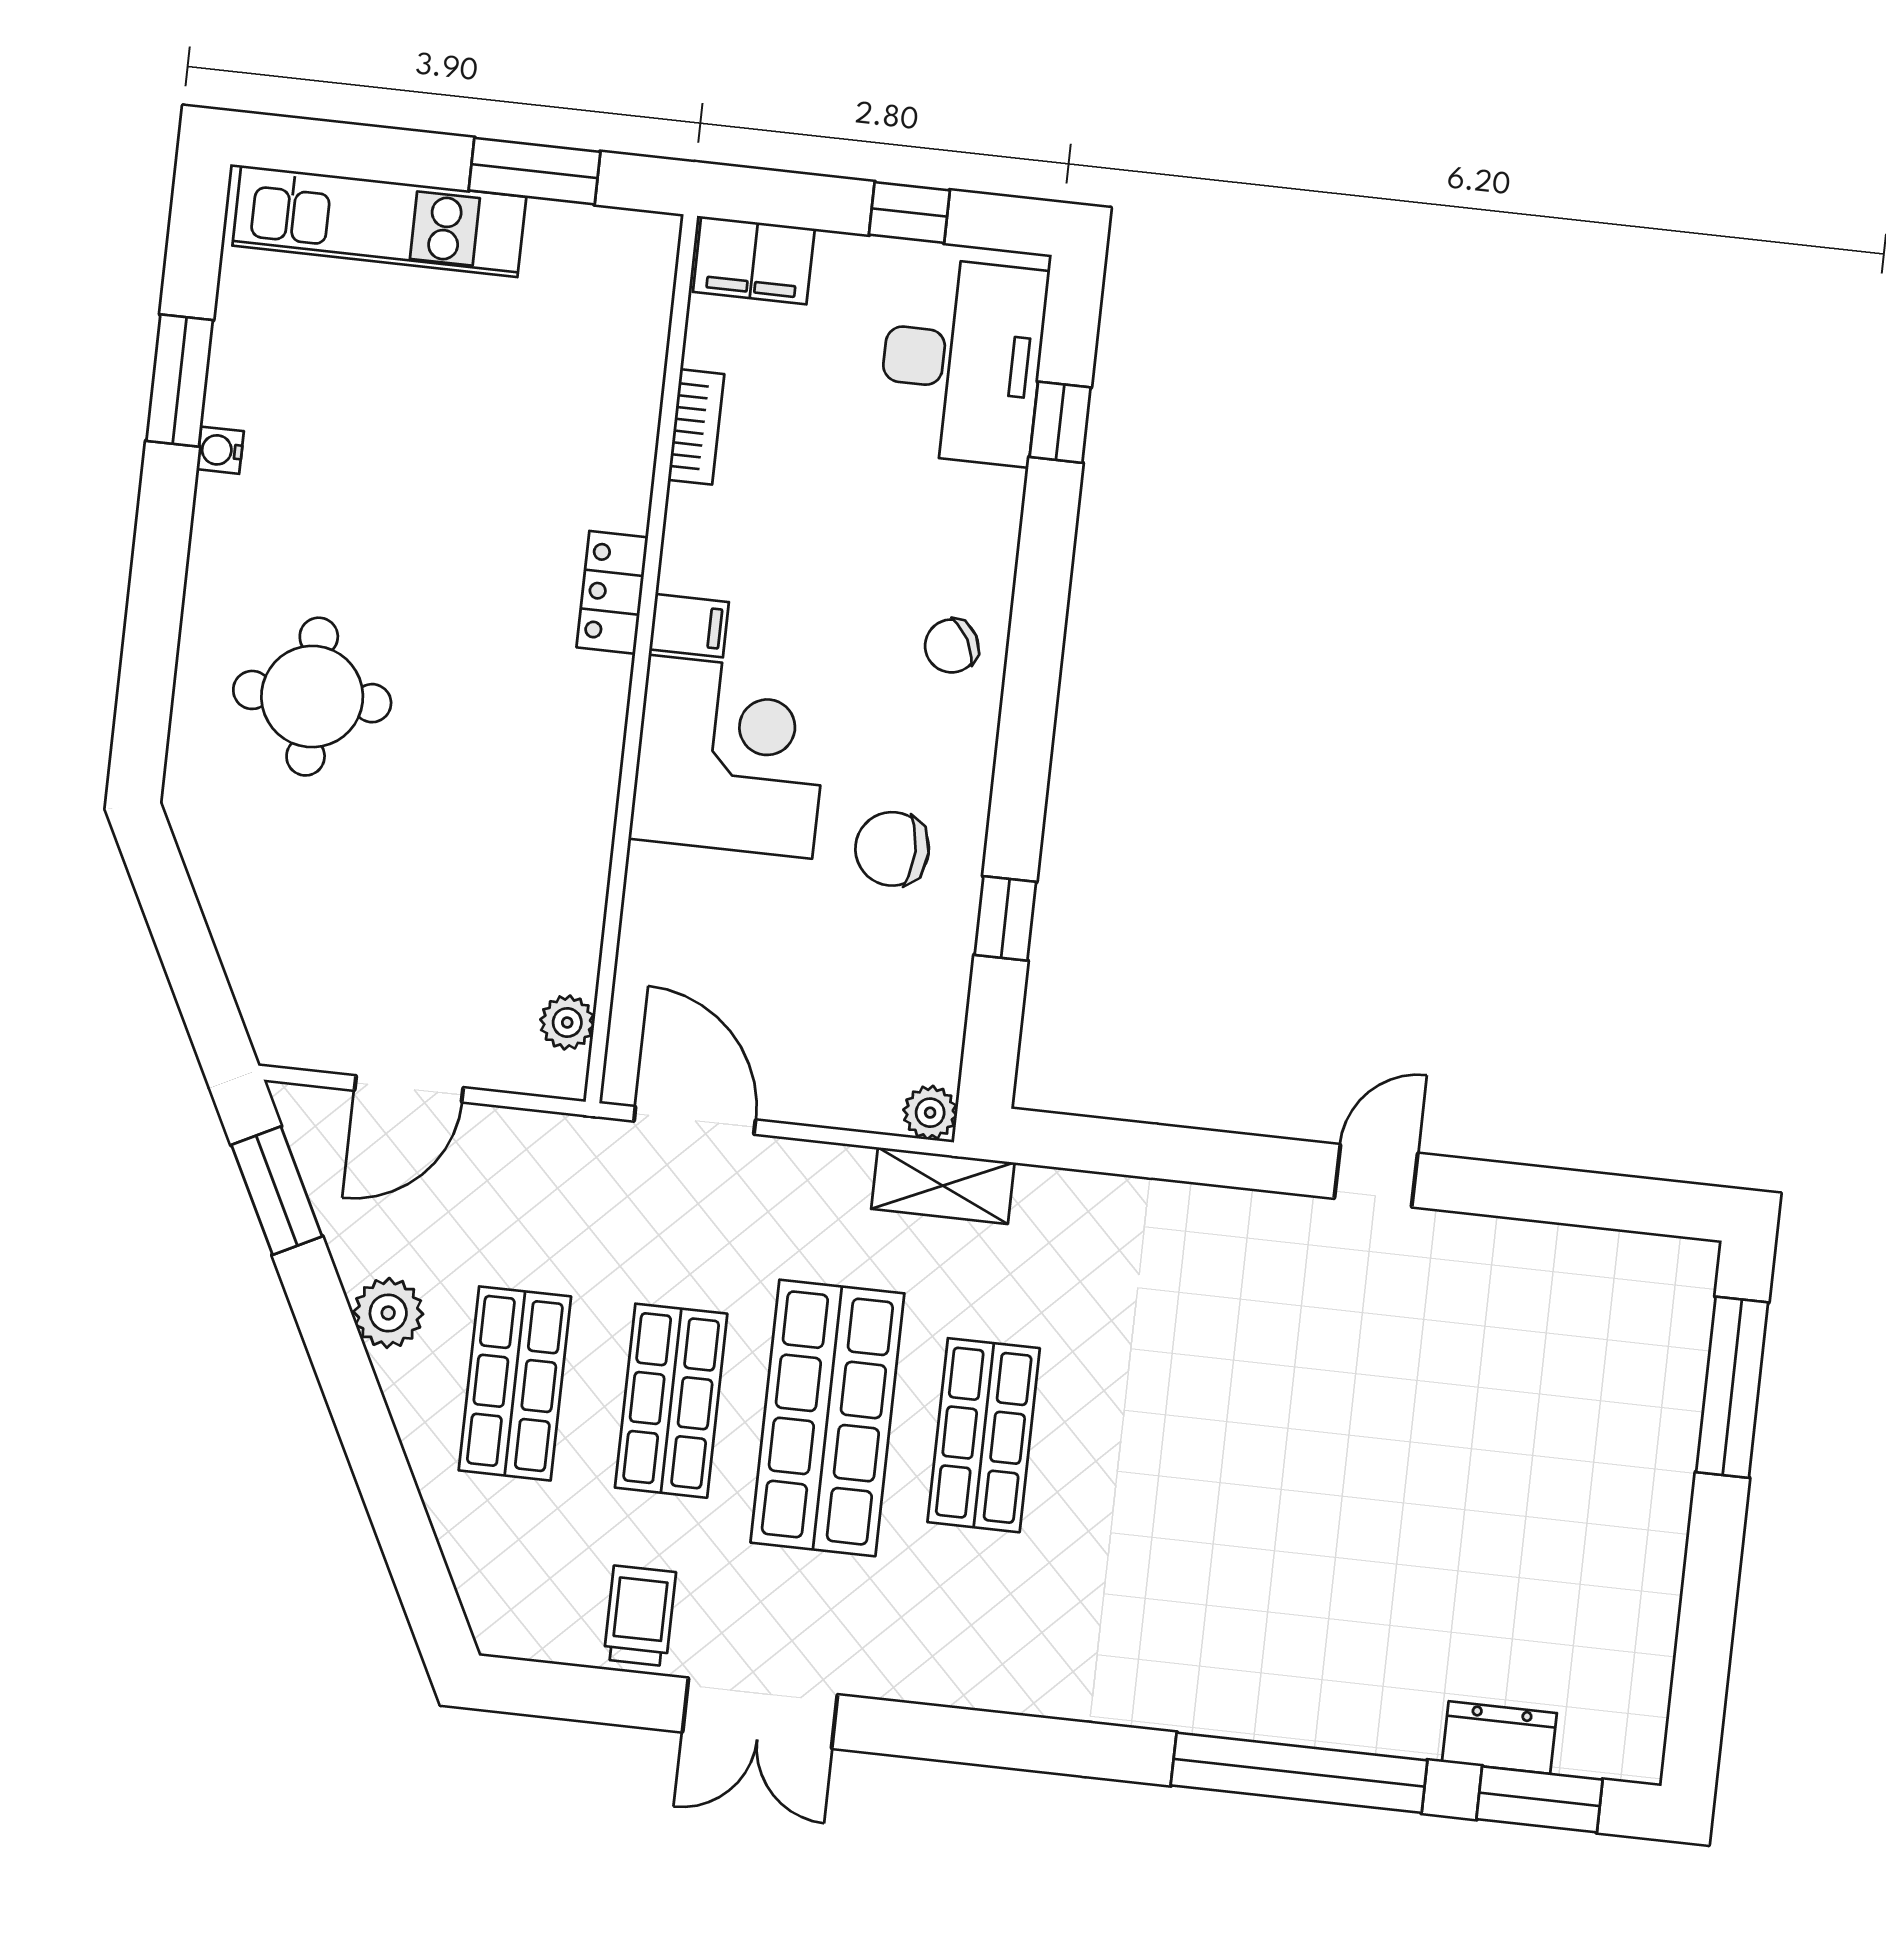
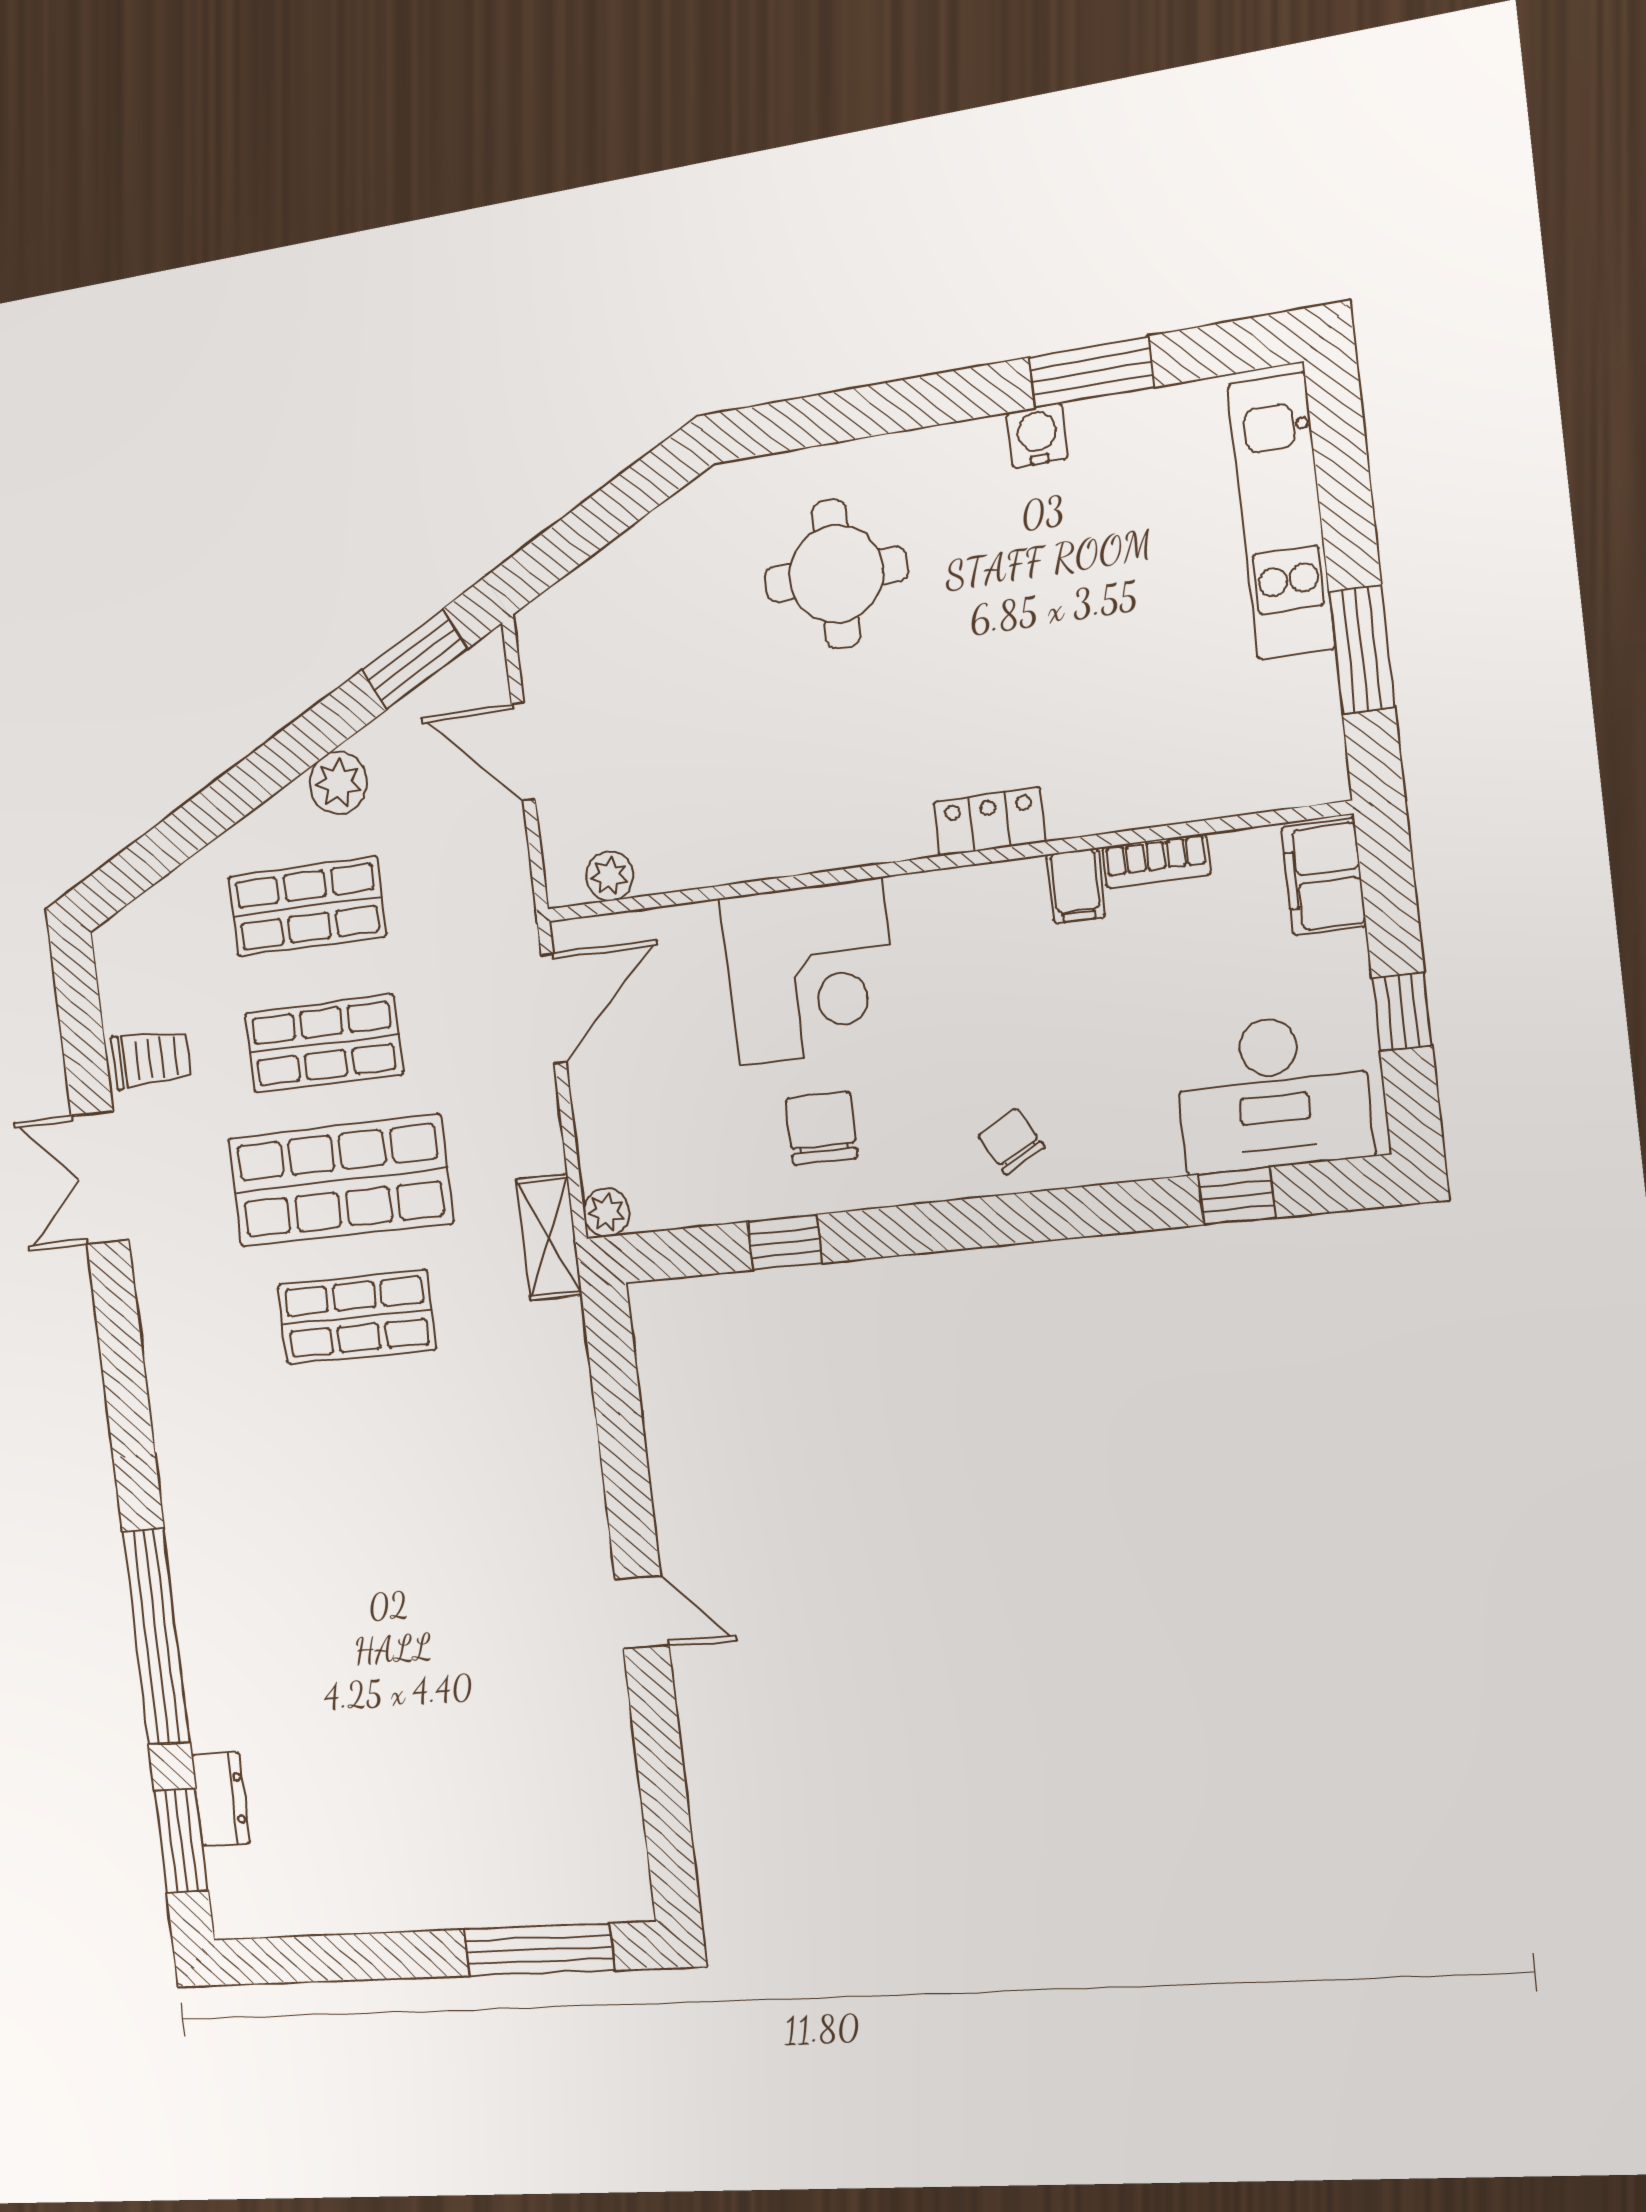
water cooler: (220, 450) -> (1037, 436), width x1.38, depth x1.38
filing cabinet: (689, 626) -> (1076, 886), moved
corner desk: (730, 757) -> (810, 972), moved

